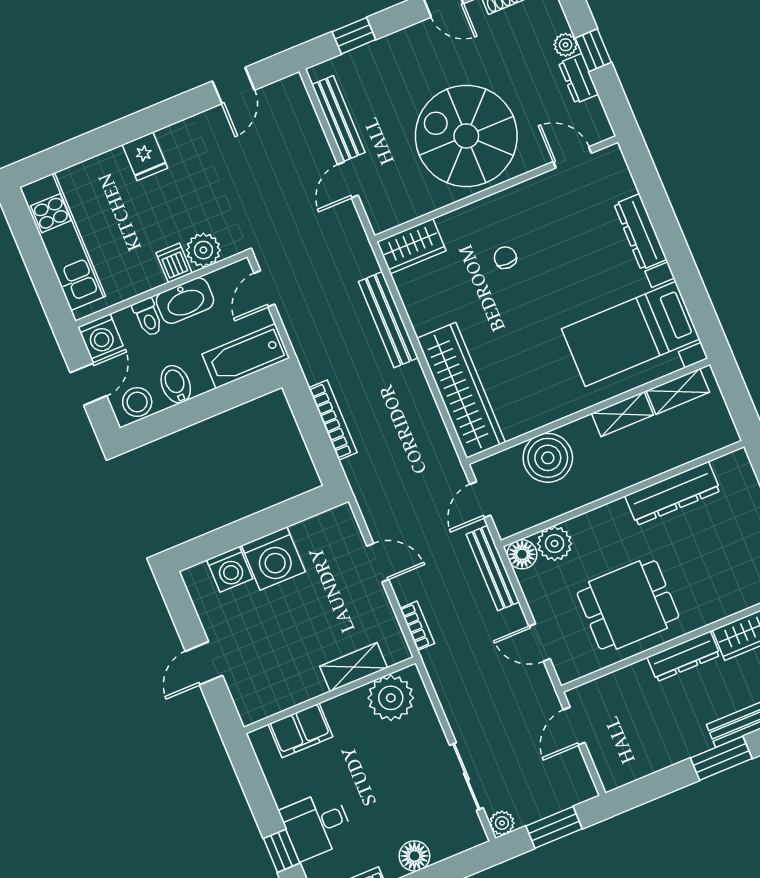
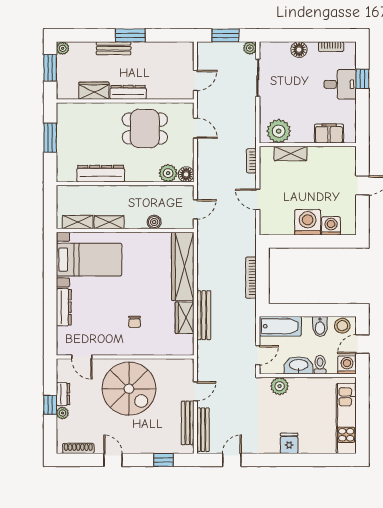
wardrobe: (411, 246) -> (185, 318), moved, turned -90
dishwasher: (174, 263) -> (296, 386), removed
boiler: (548, 458) -> (154, 222), width x0.54, depth x0.54
bench: (493, 568) -> (203, 430), moved

